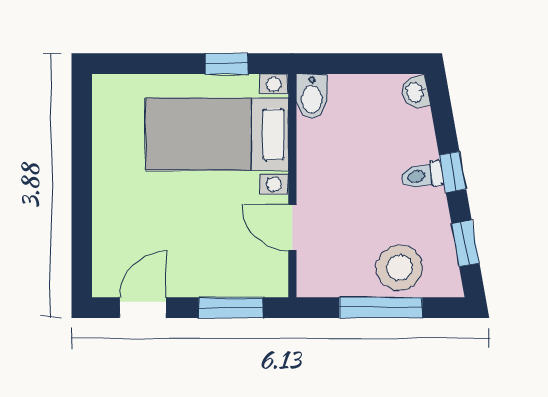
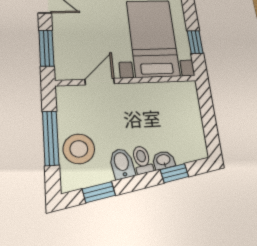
washbasin: (415, 92) -> (163, 160), moved
bidet: (312, 96) -> (122, 164), moved, turned 80
window: (453, 172) -> (174, 173), moved

